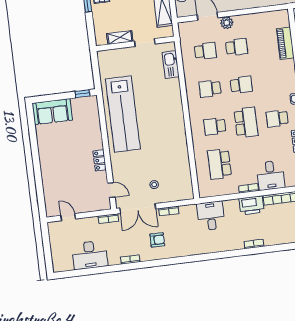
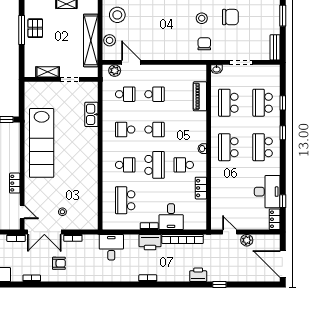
plant: (227, 23) -> (115, 71), moved
kitchen sink: (171, 64) -> (91, 114), moved
school desk: (215, 126) -> (125, 165), turned 180

